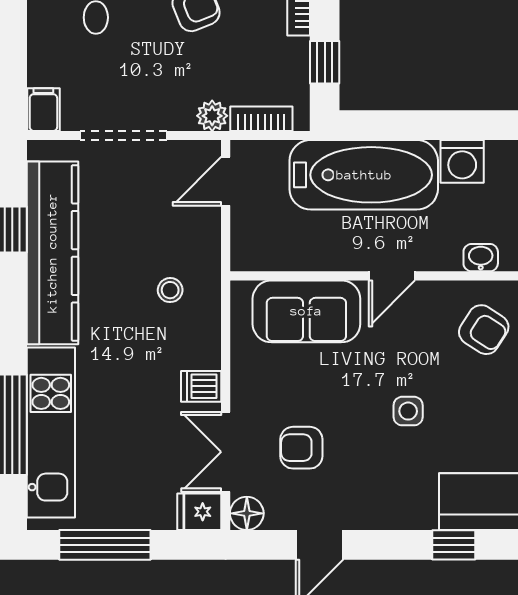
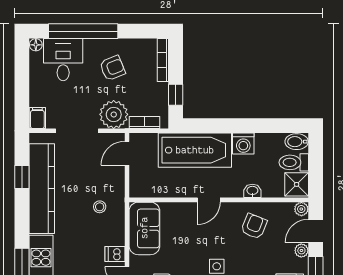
plant: (212, 116) -> (114, 114), width x1.88, depth x1.88
sofa: (306, 311) -> (144, 228), moved, turned -90
armchair: (484, 330) -> (254, 226), turned -101

